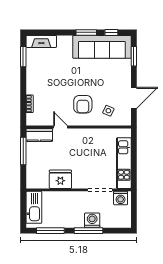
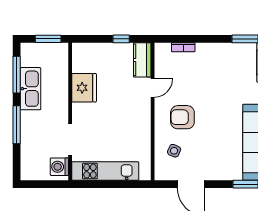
window: (23, 151) -> (121, 39), width x0.46
window: (23, 207) -> (48, 39), added
kitchen sink: (34, 207) -> (30, 89), moved, turned -90
washing machine: (92, 220) -> (30, 129), removed

